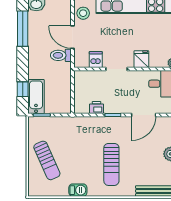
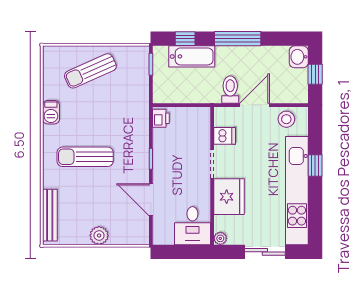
window: (23, 29) -> (238, 39), moved
fridge: (141, 59) -> (229, 197), width x1.88, depth x1.34
bathtub: (36, 97) -> (192, 56), moved
printer: (97, 108) -> (161, 118), moved

